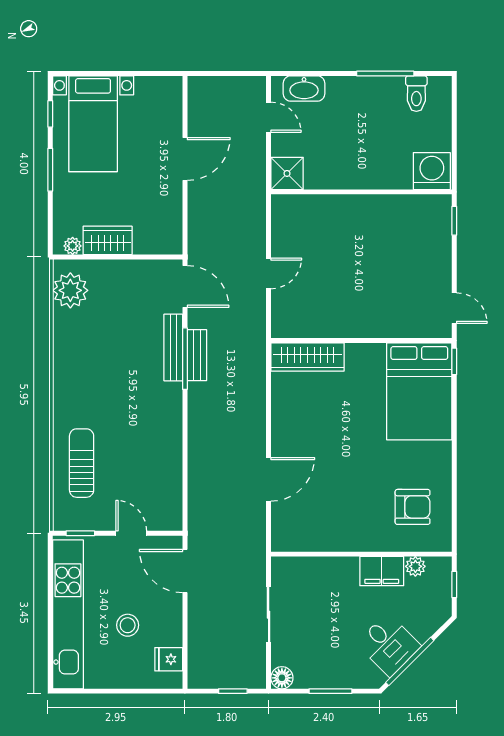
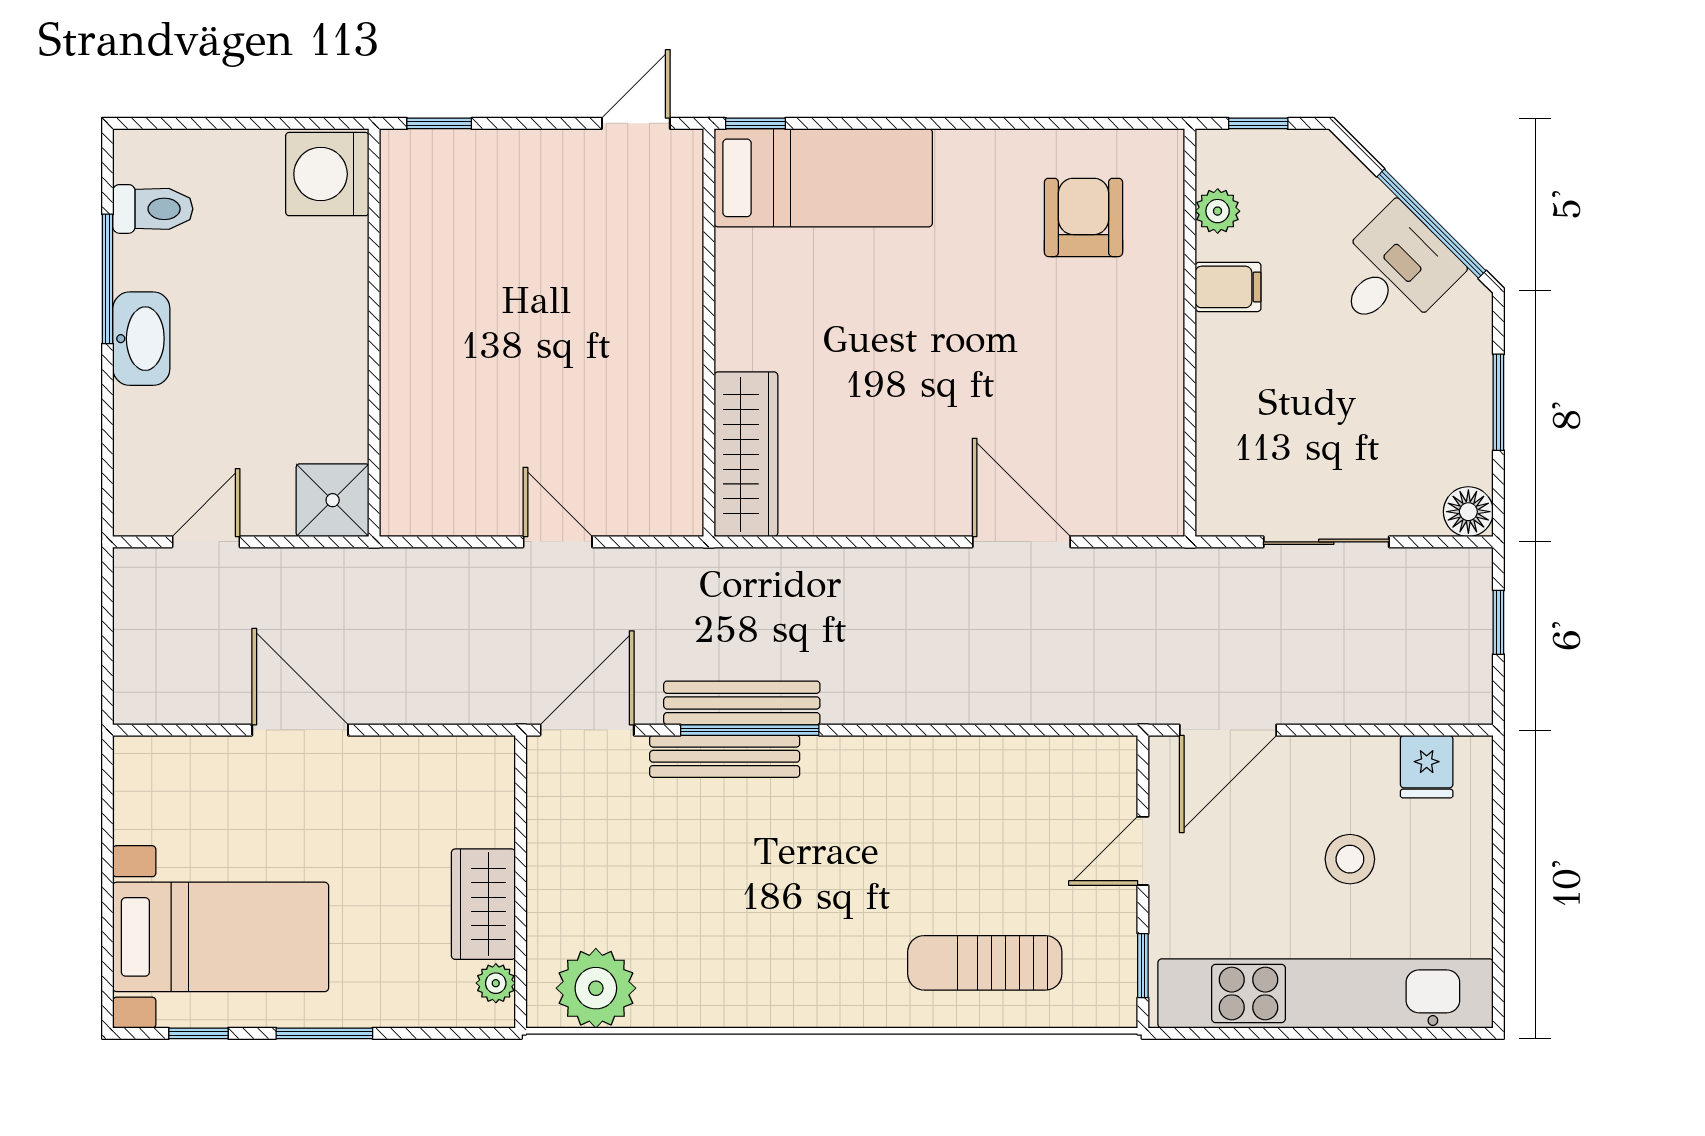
washbasin: (304, 88) -> (141, 339), moved
bench: (197, 355) -> (742, 703), width x1.36
bed: (419, 391) -> (823, 178), width x0.67
filing cabinet: (382, 571) -> (1228, 287), width x0.50

